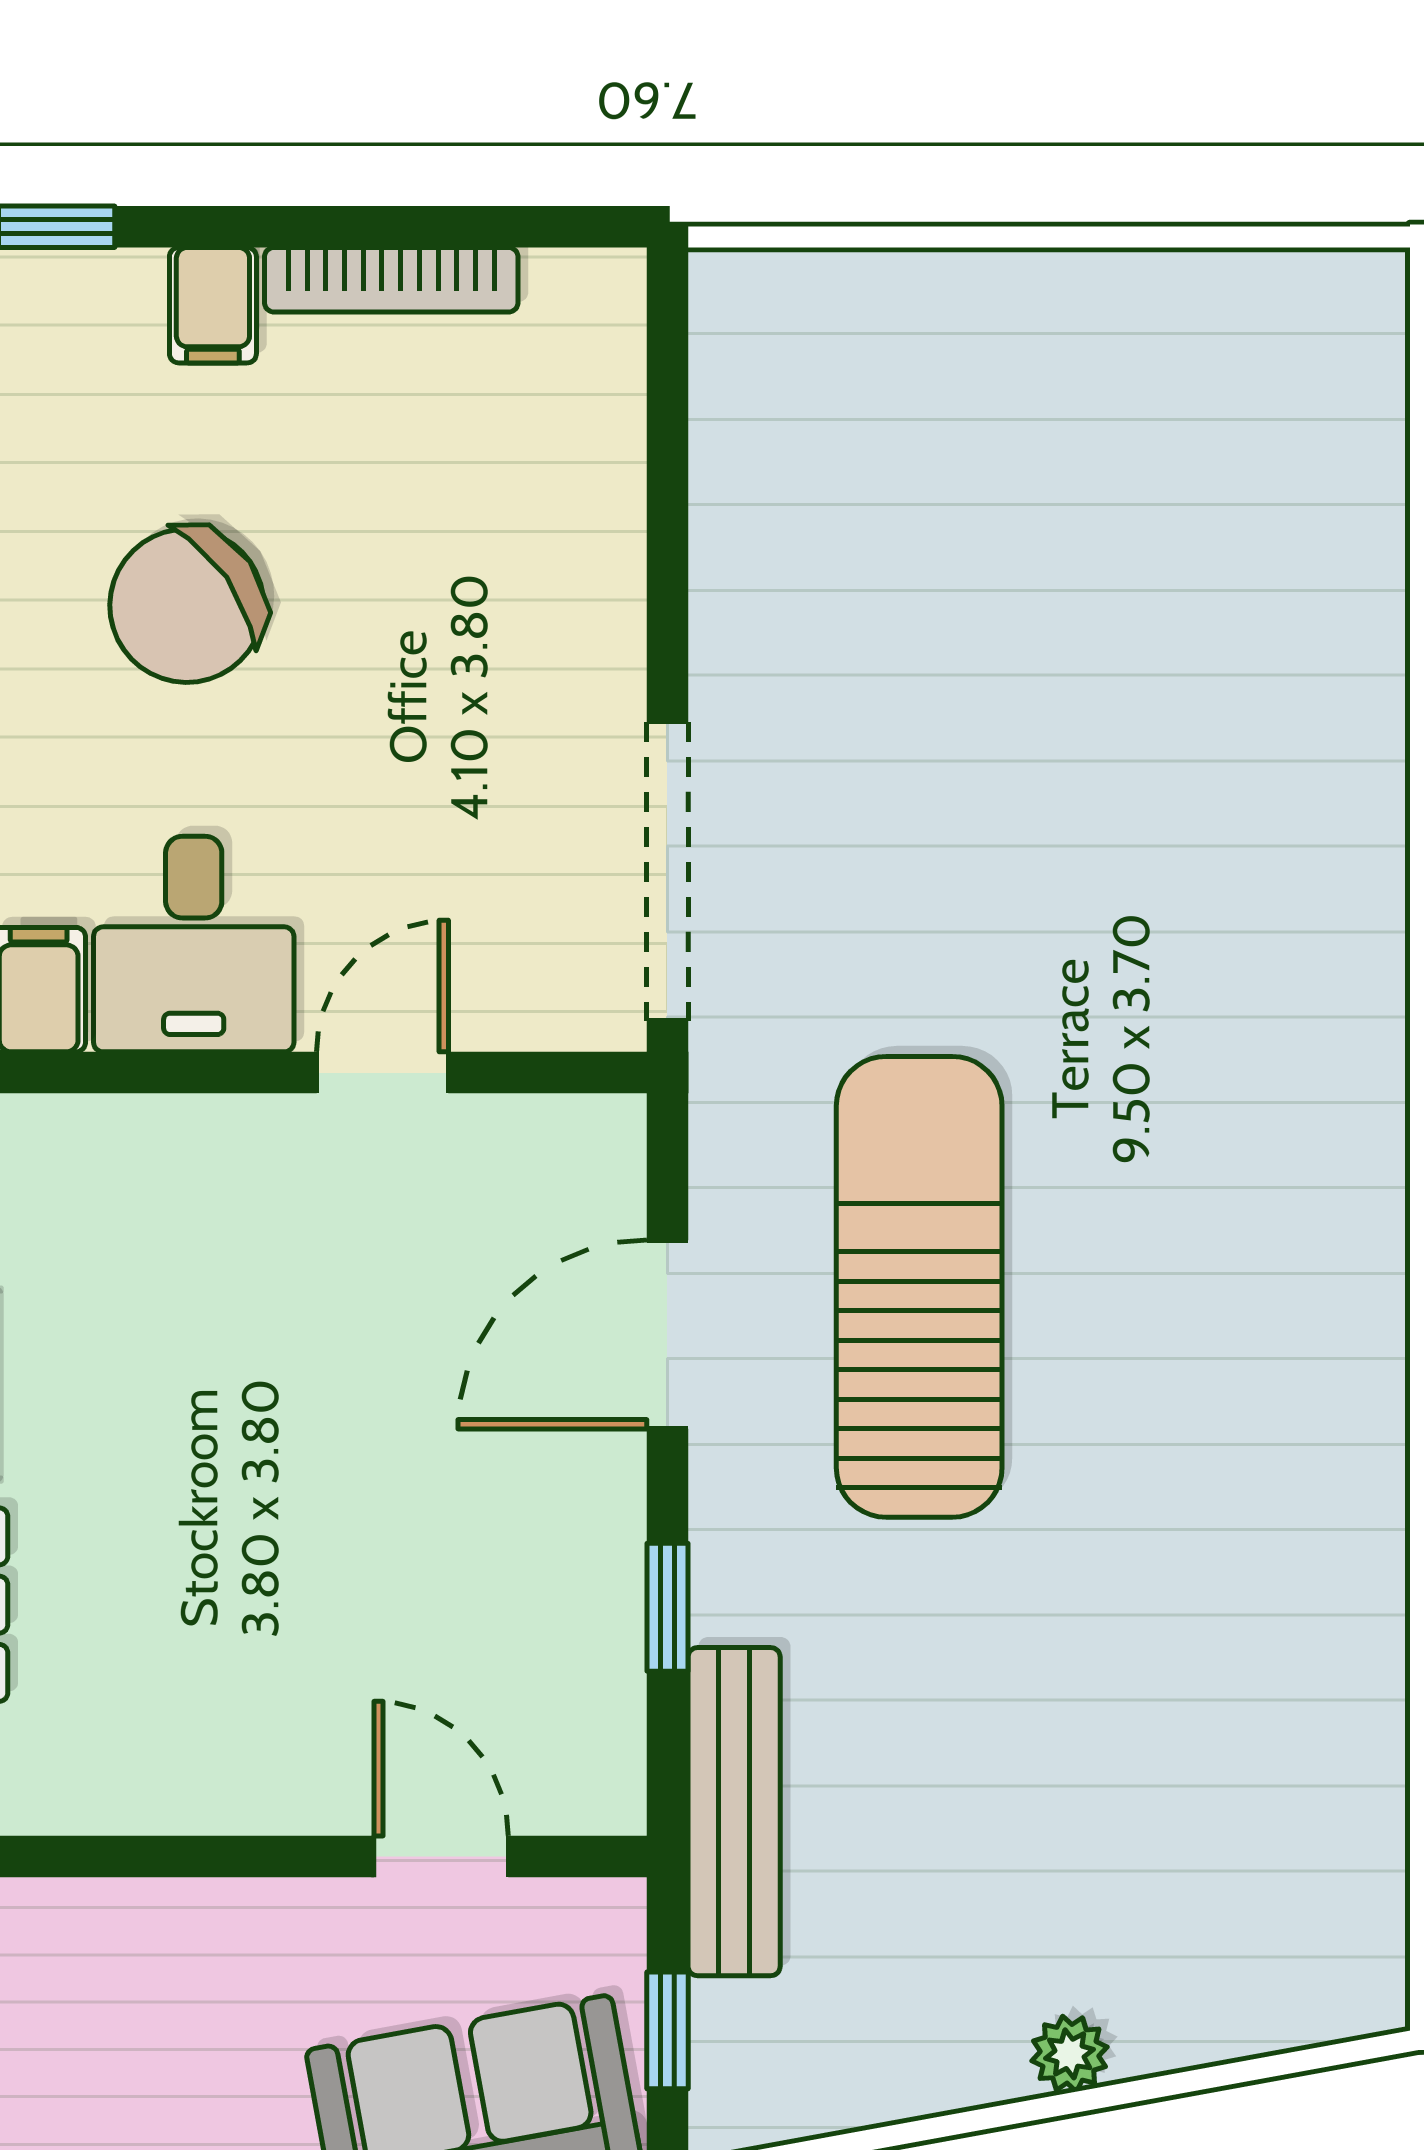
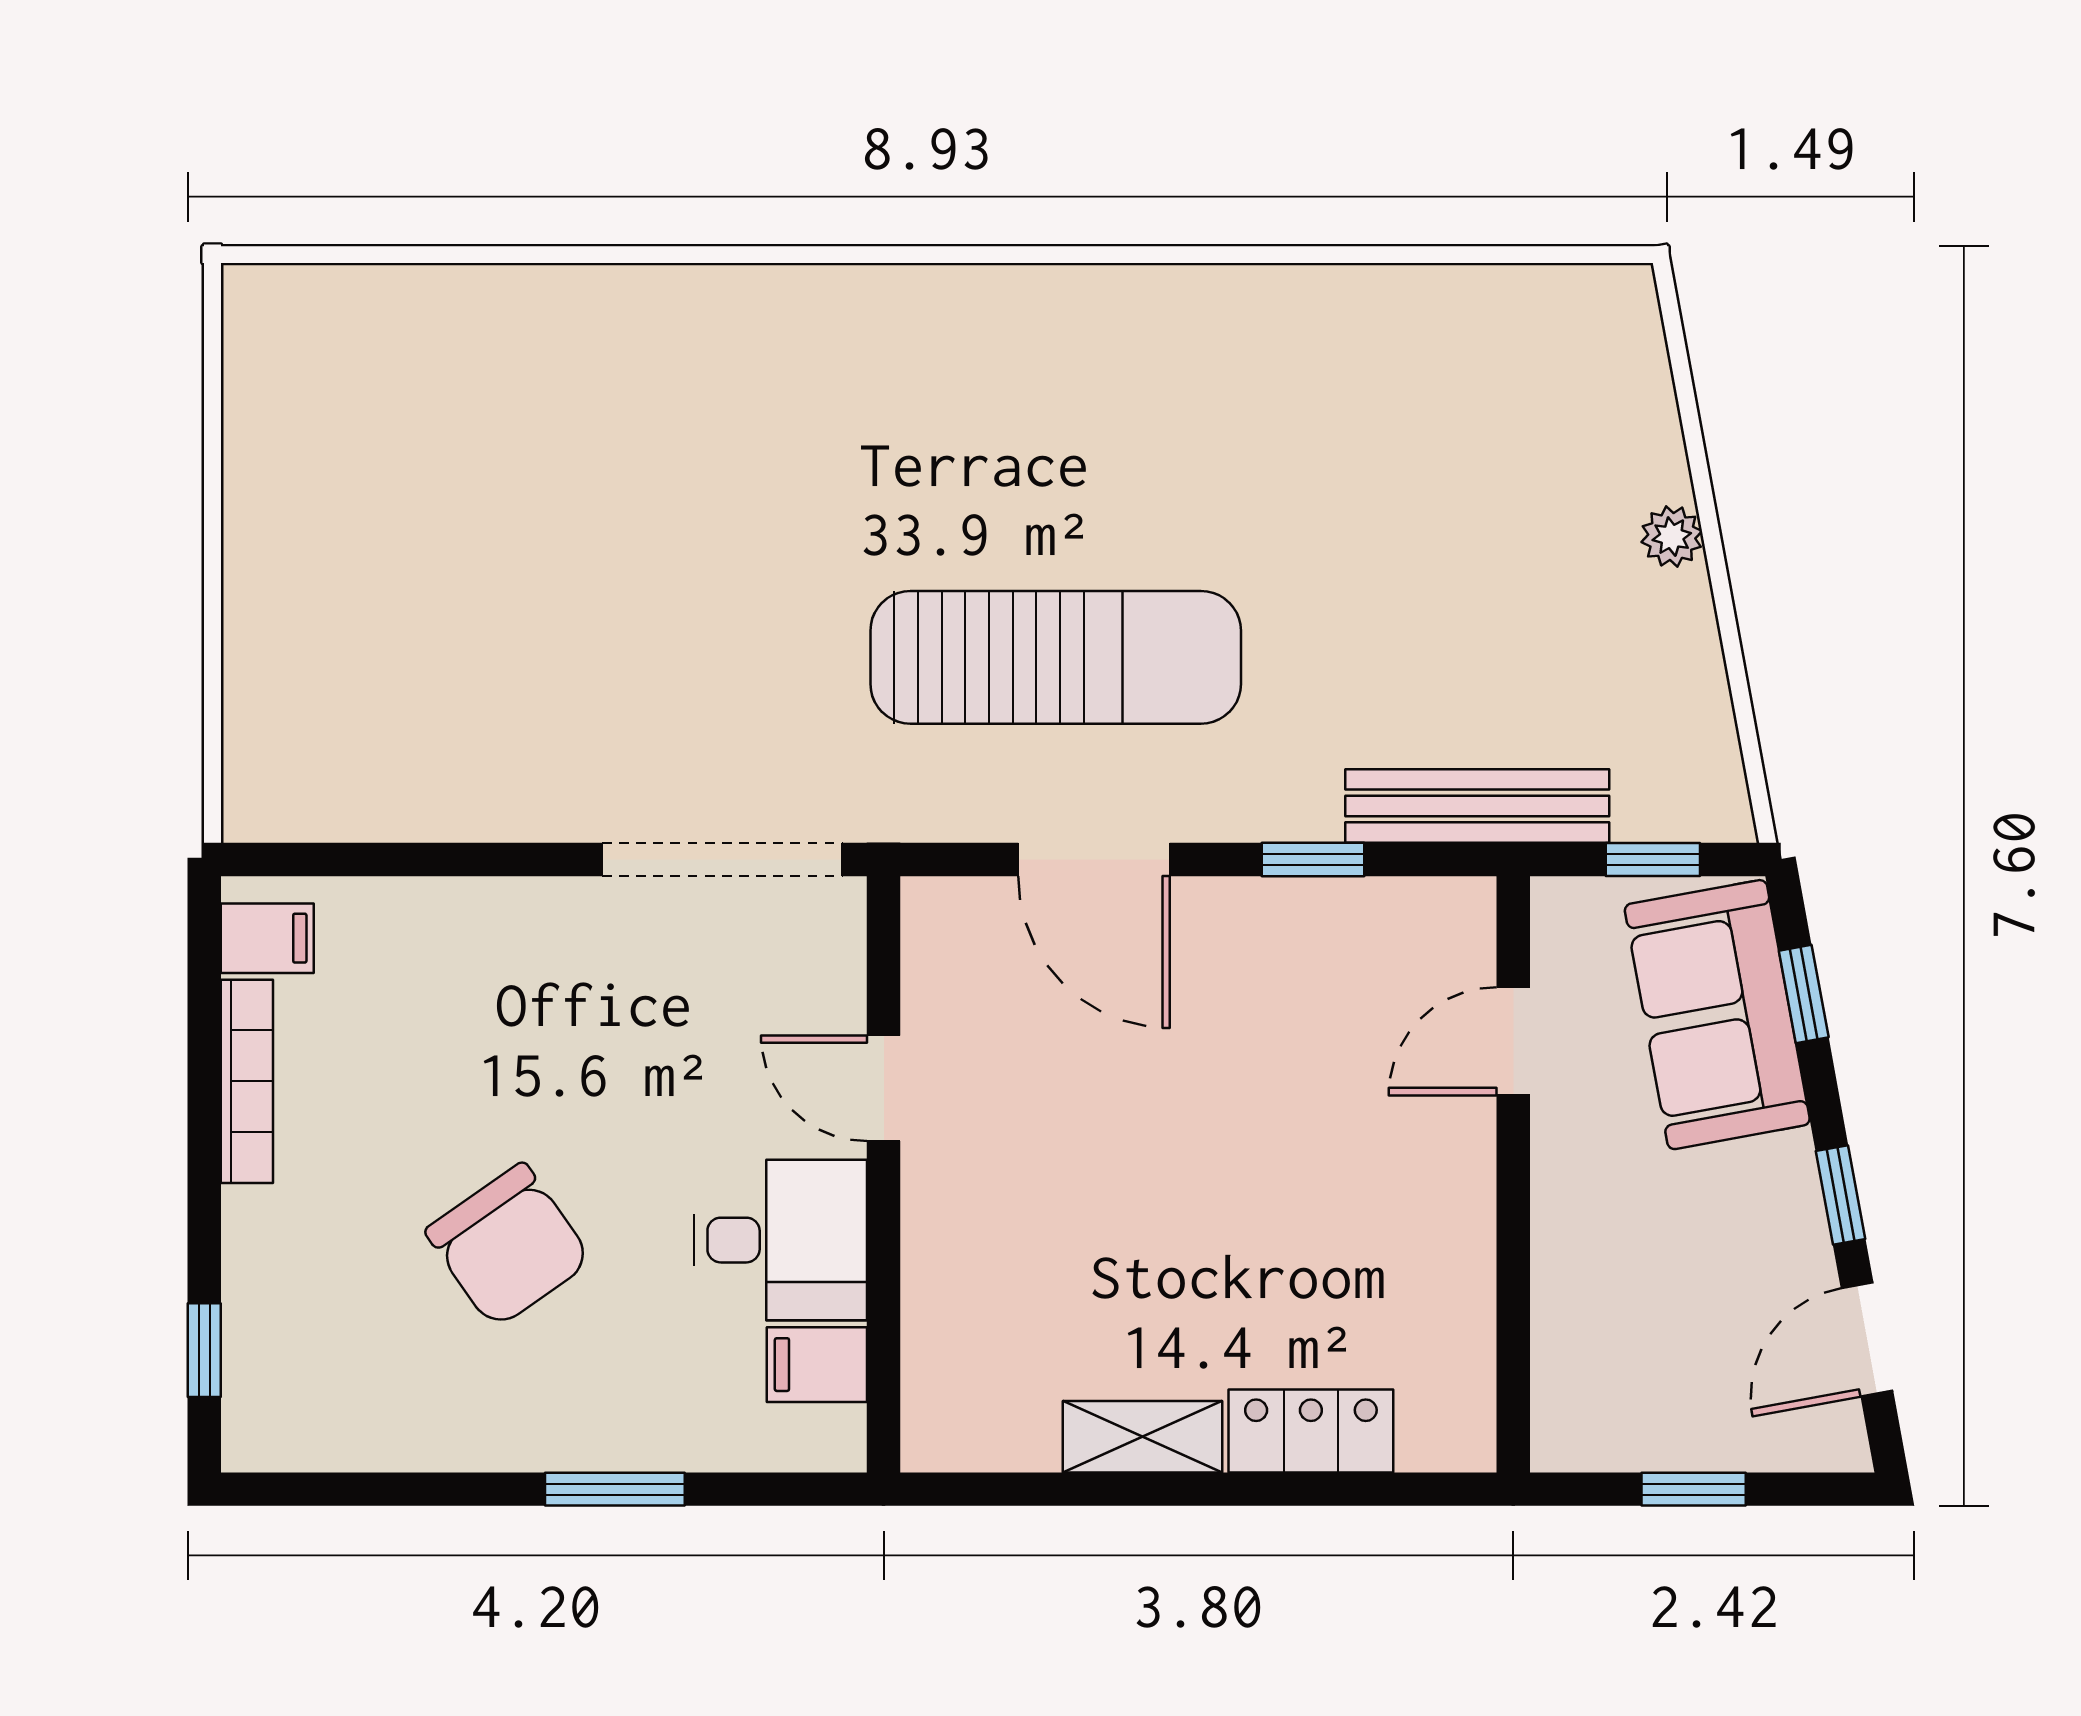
filing cabinet: (213, 305) -> (267, 938), moved
sun lounger: (919, 1287) -> (1056, 657), turned 180

